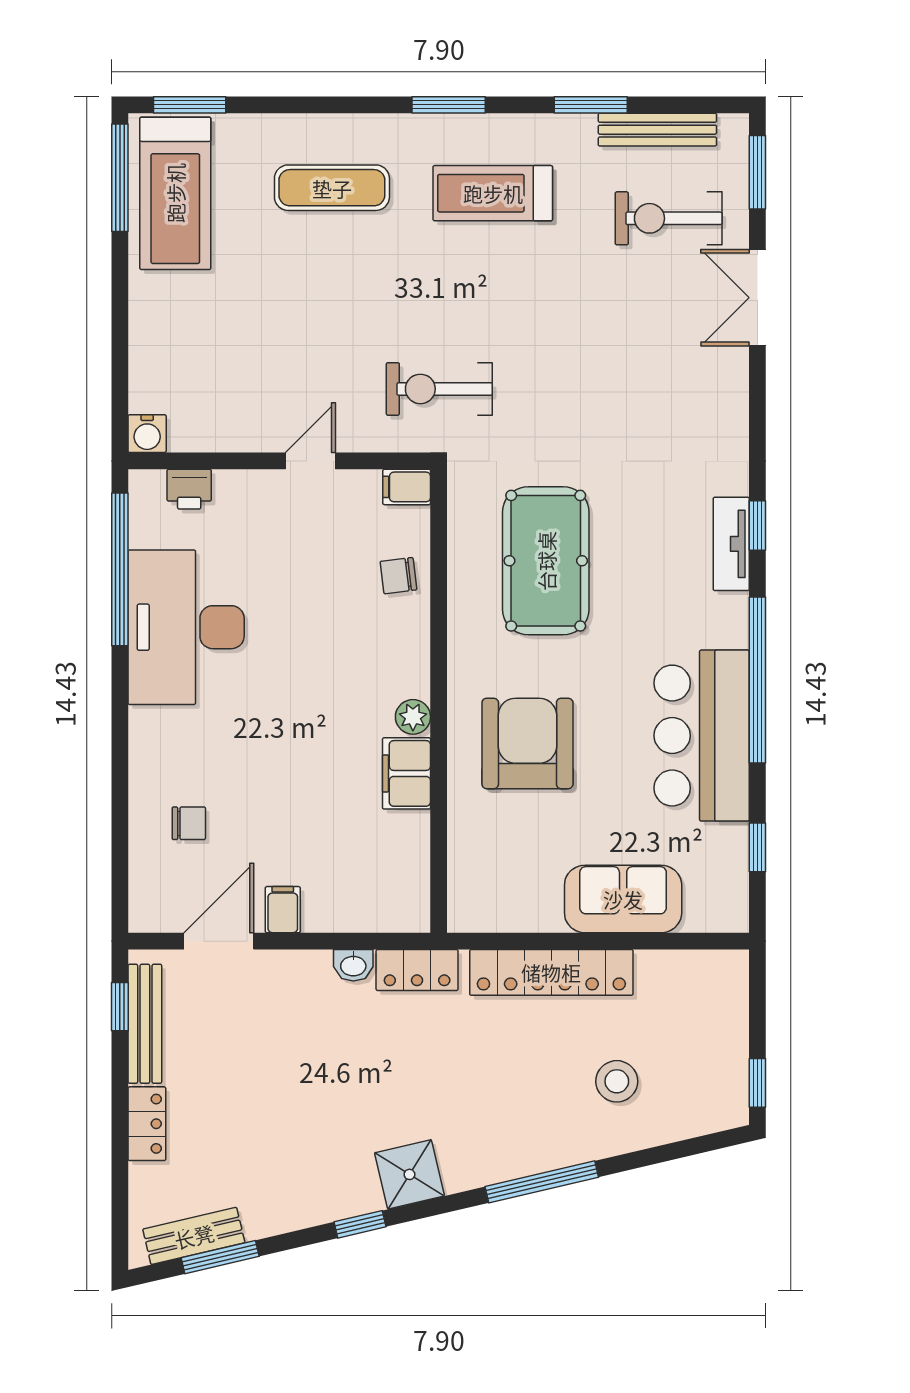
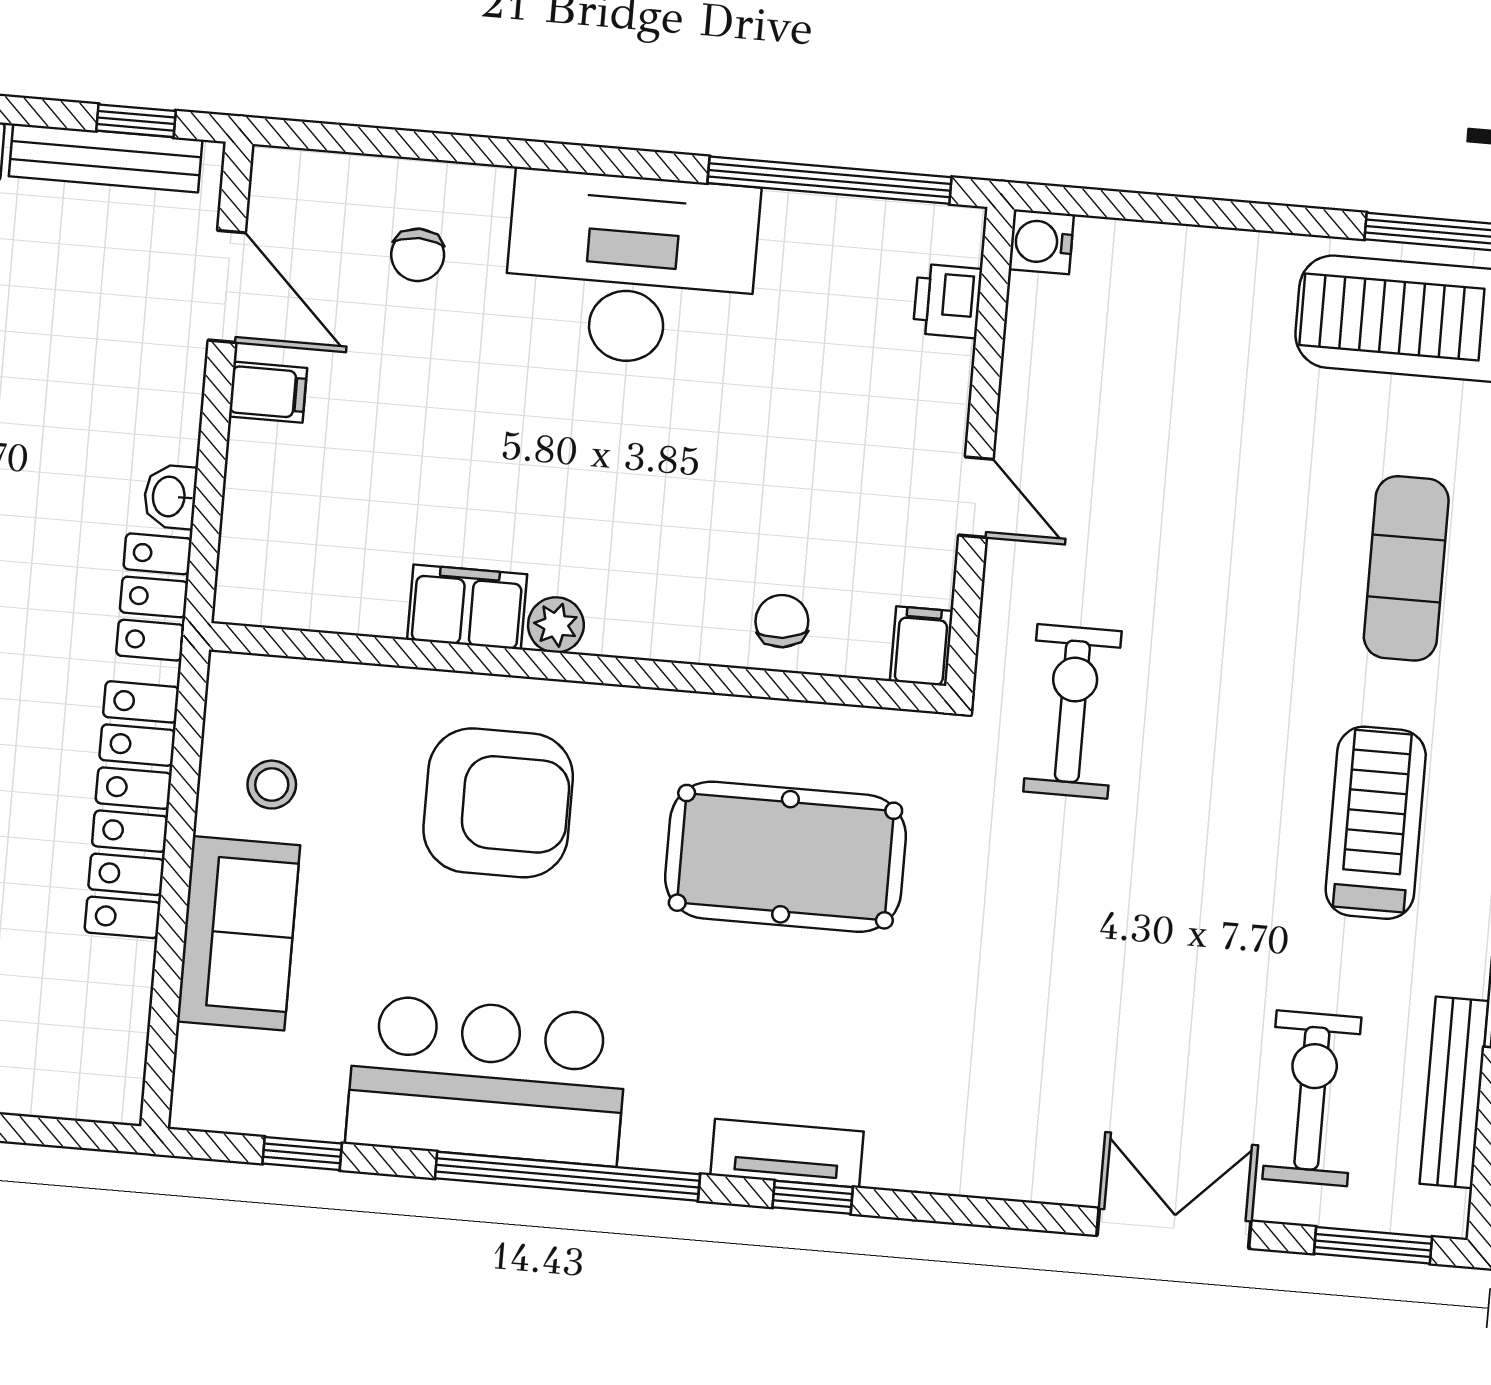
desk: (186, 627) -> (631, 269), moved
stool: (528, 886) -> (272, 785), added

